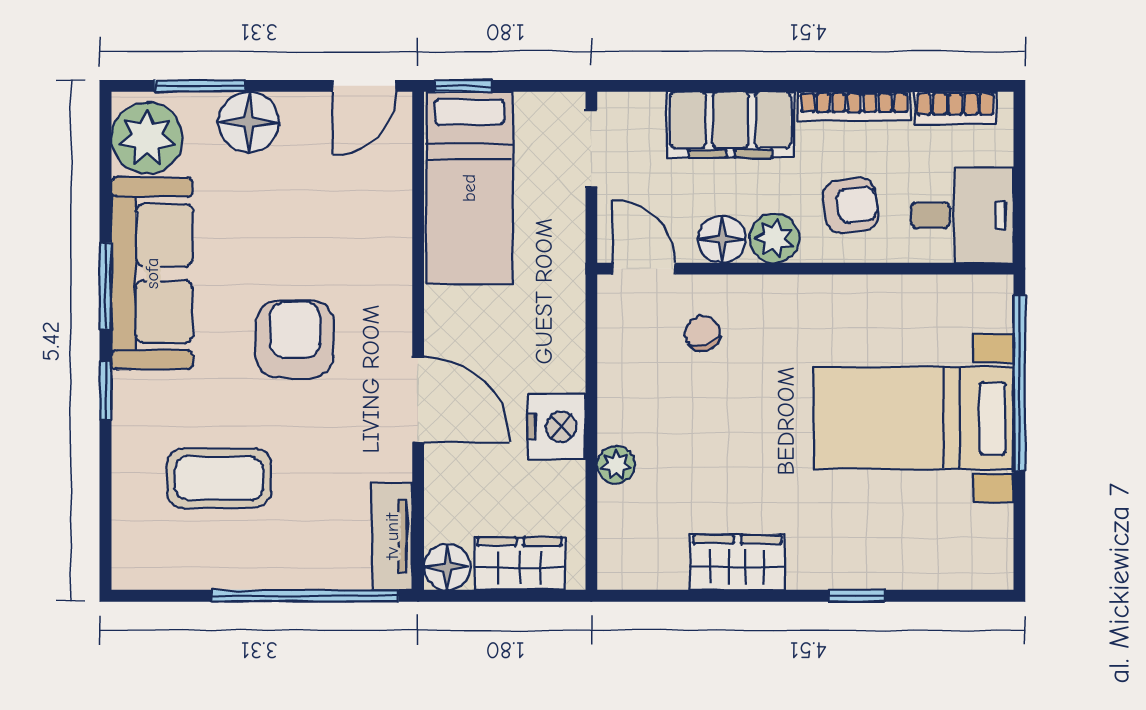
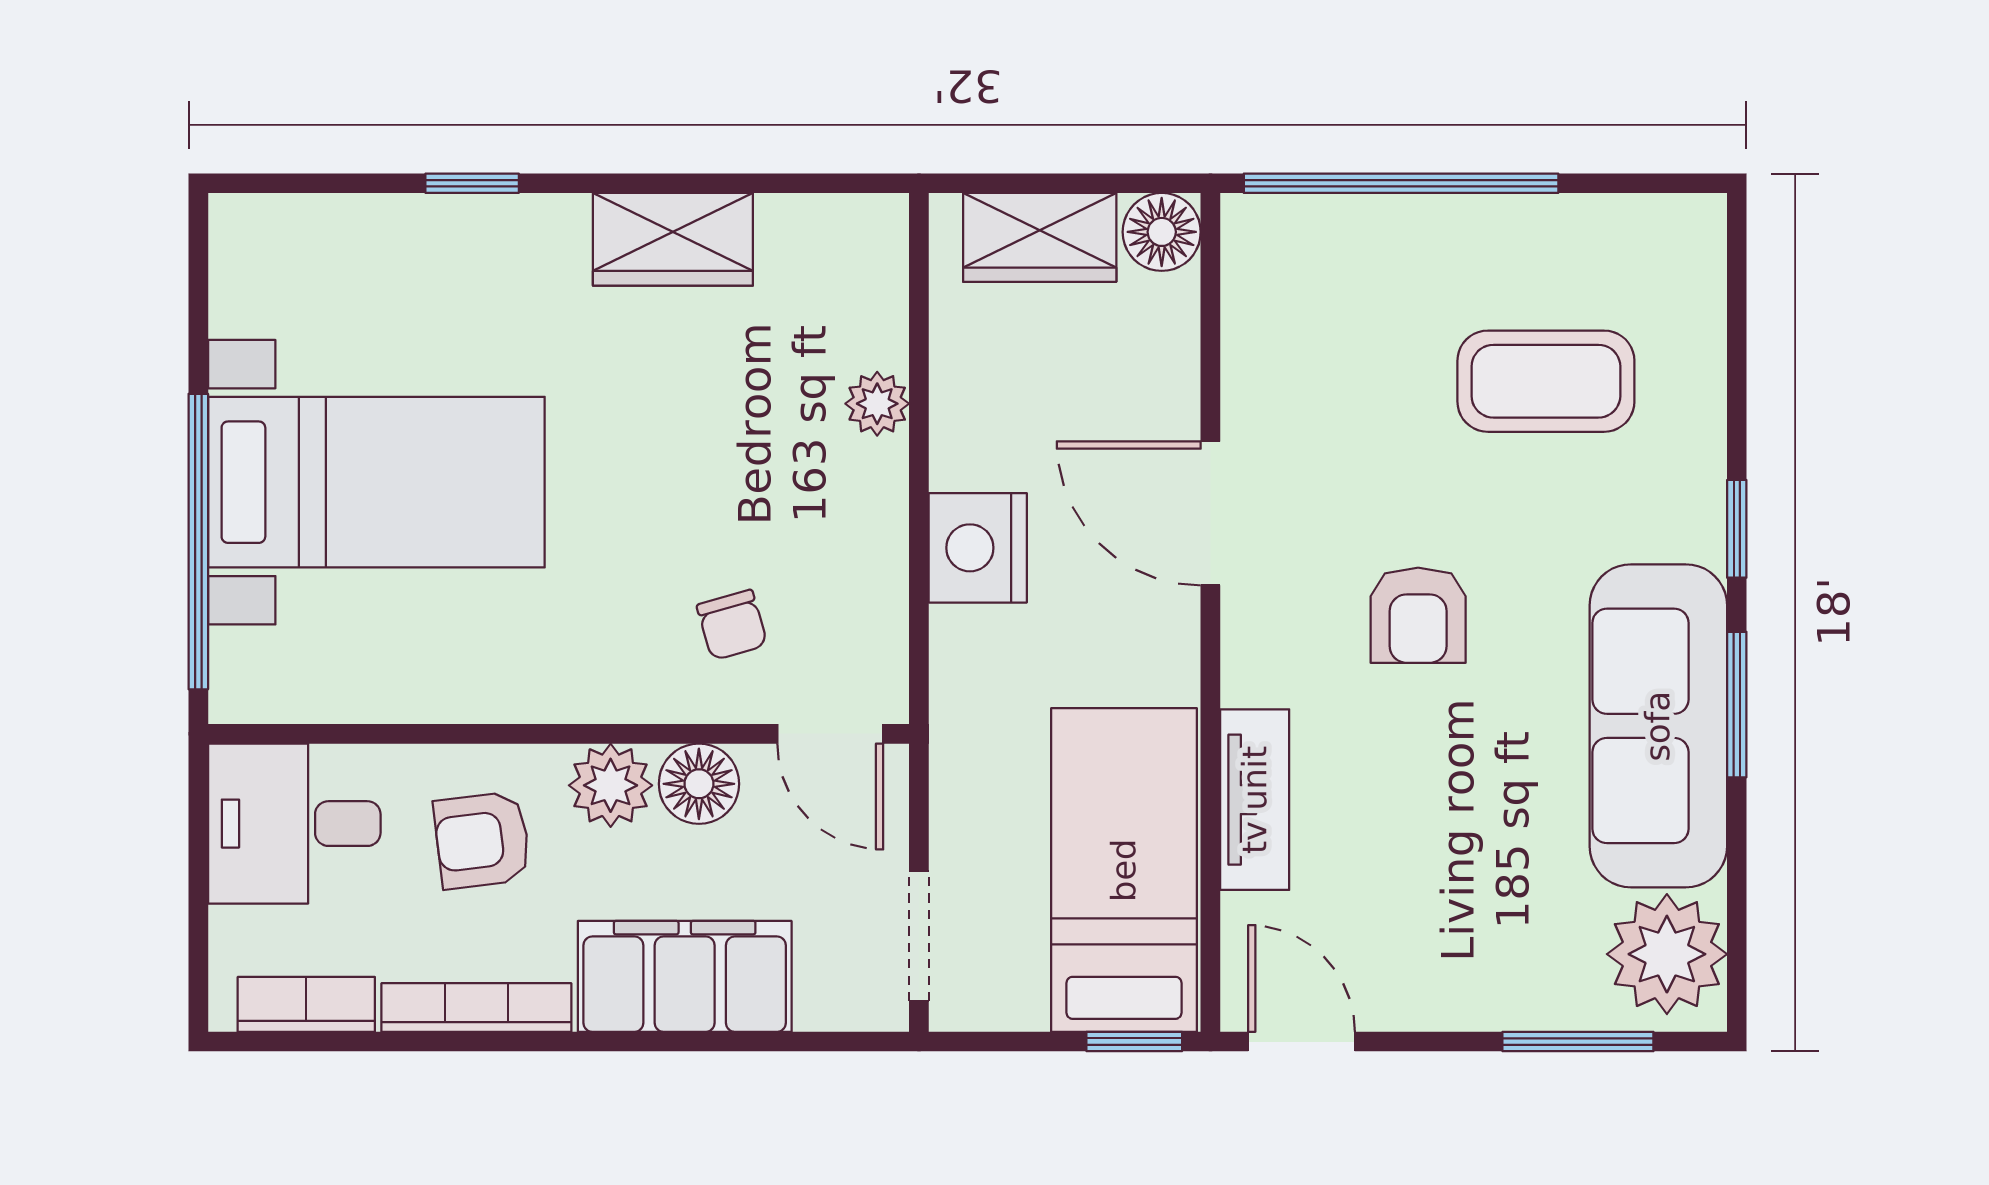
door: (364, 86) -> (1302, 1042), hinge flipped
floor lamp: (249, 122) -> (1496, 981), removed
armchair: (295, 339) -> (1418, 615), width x0.72, depth x0.72
nightstand: (556, 427) -> (978, 548), moved
tv unit: (392, 536) -> (1255, 800), moved

